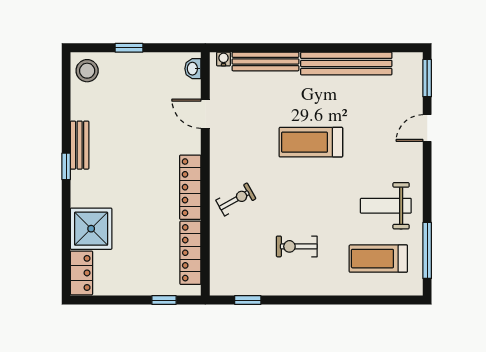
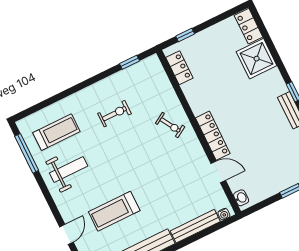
treadmill: (311, 142) -> (114, 211), moved, turned 180
locker: (190, 187) -> (213, 136), moved
exercise bike: (236, 199) -> (170, 125), turned -92
locker: (190, 253) -> (179, 68), width x0.66

